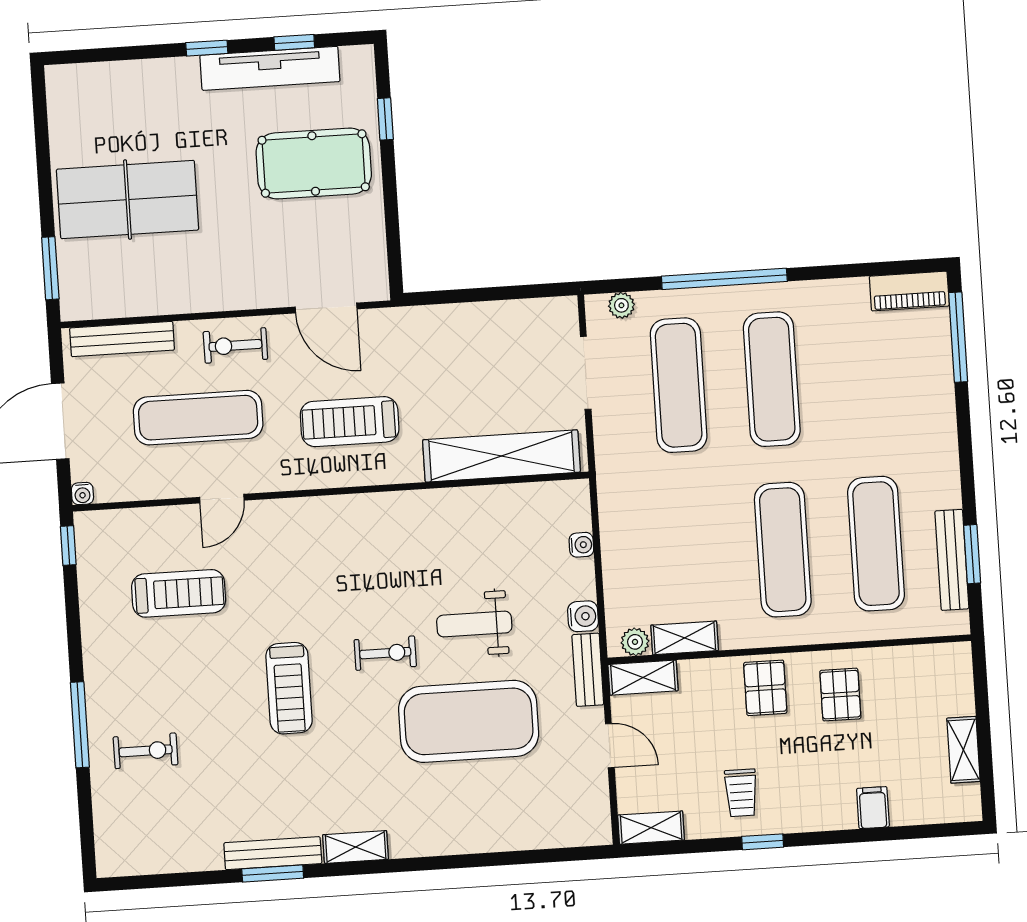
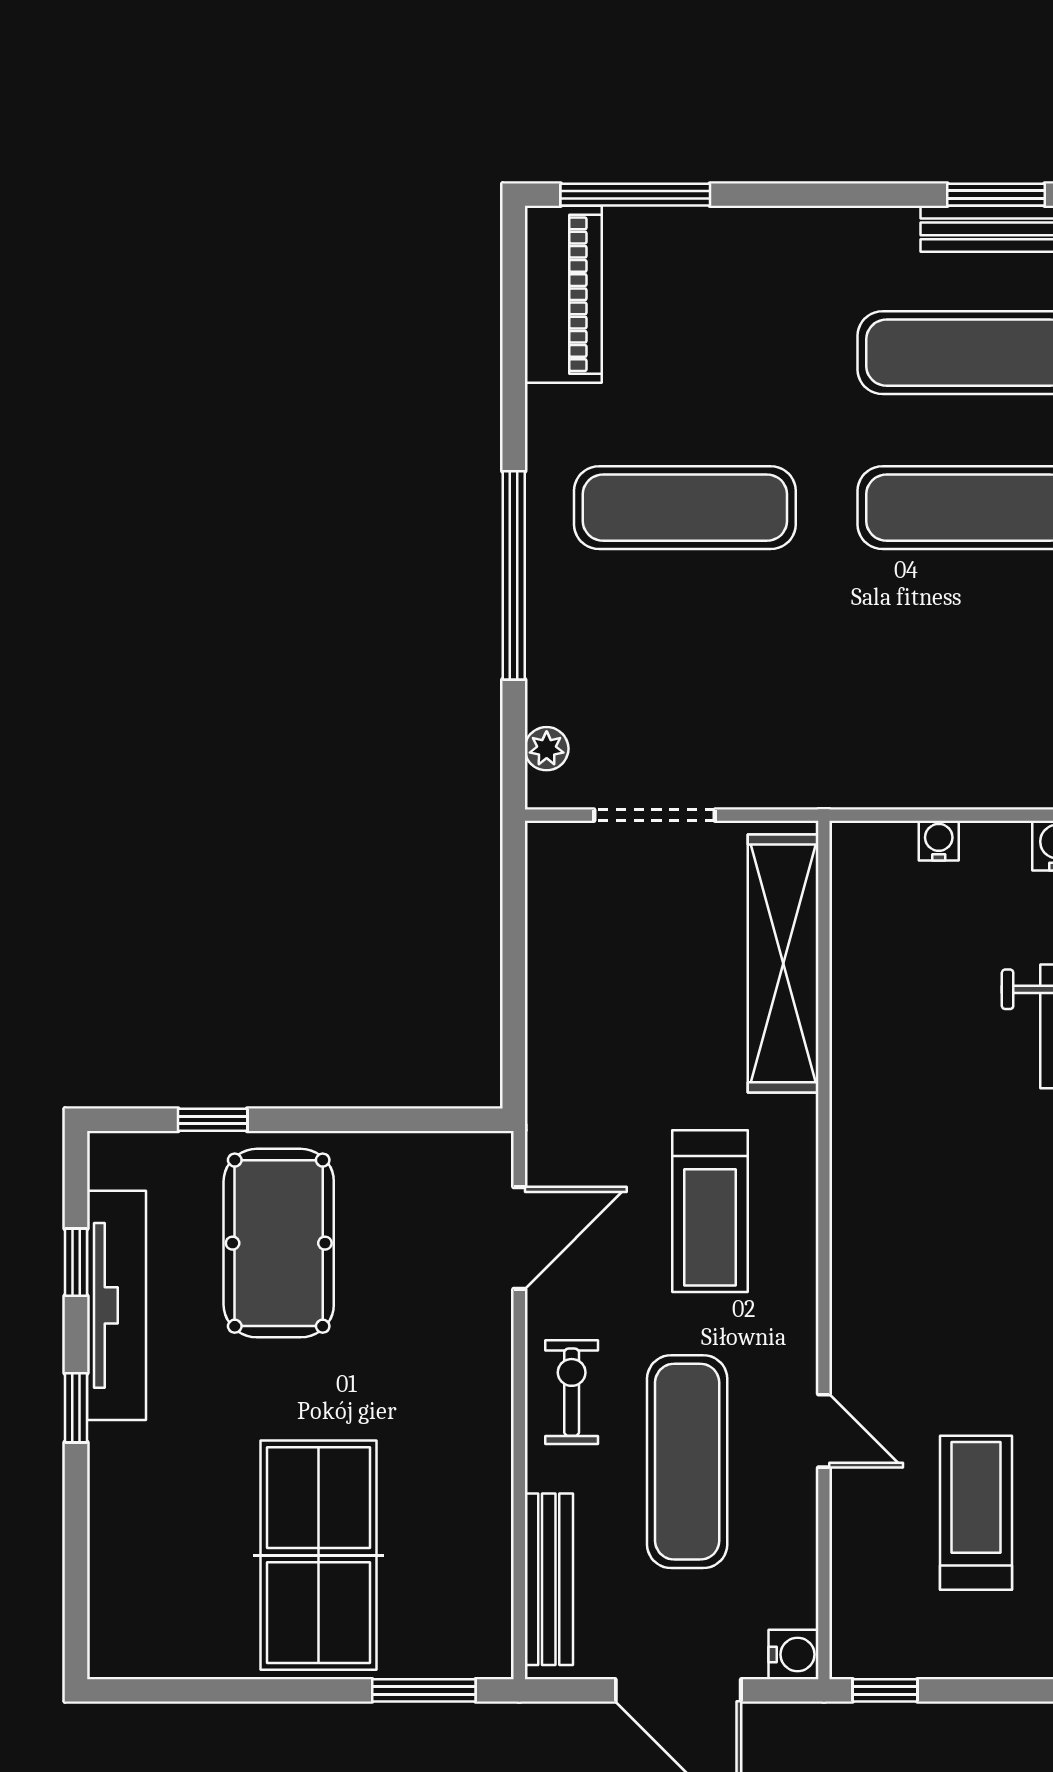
piano: (909, 291) -> (563, 294), width x1.37, depth x1.33
exercise bike: (235, 345) -> (572, 1392), turned 180
exercise mat: (679, 385) -> (685, 663), removed
water cooler: (82, 494) -> (794, 1654), width x1.38, depth x1.38

